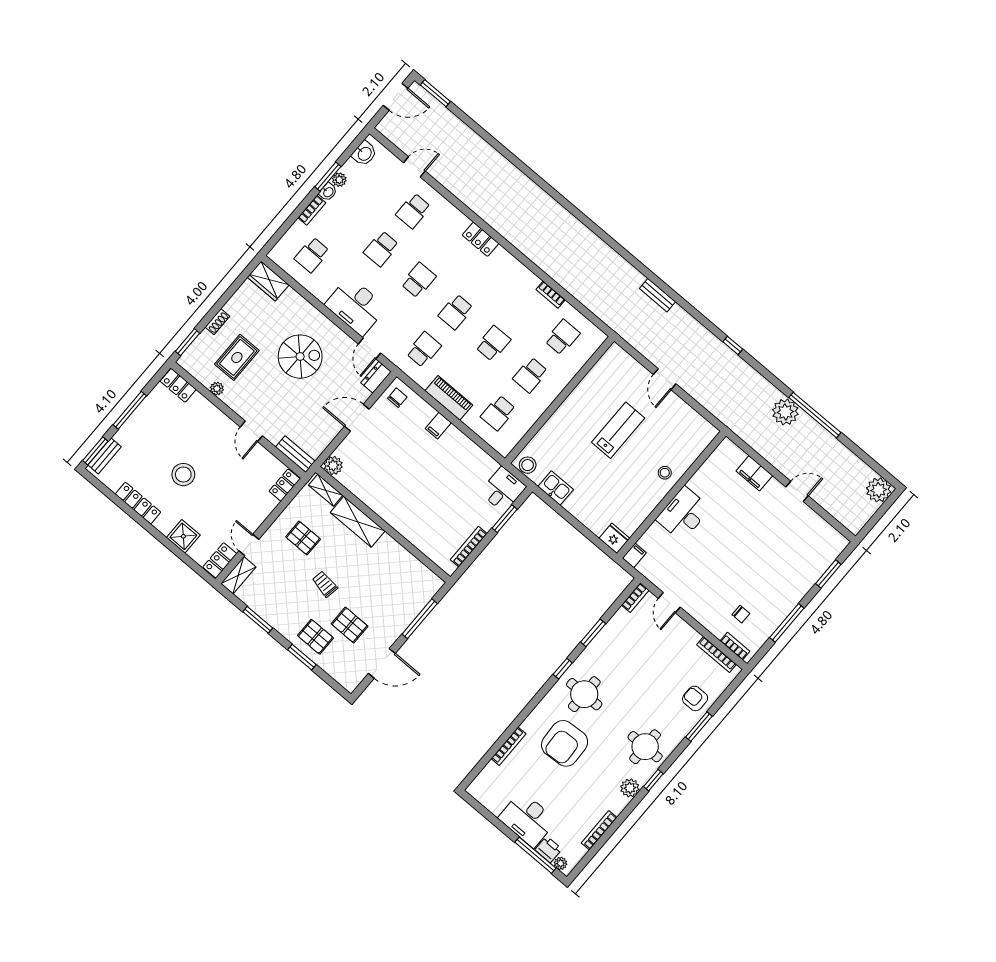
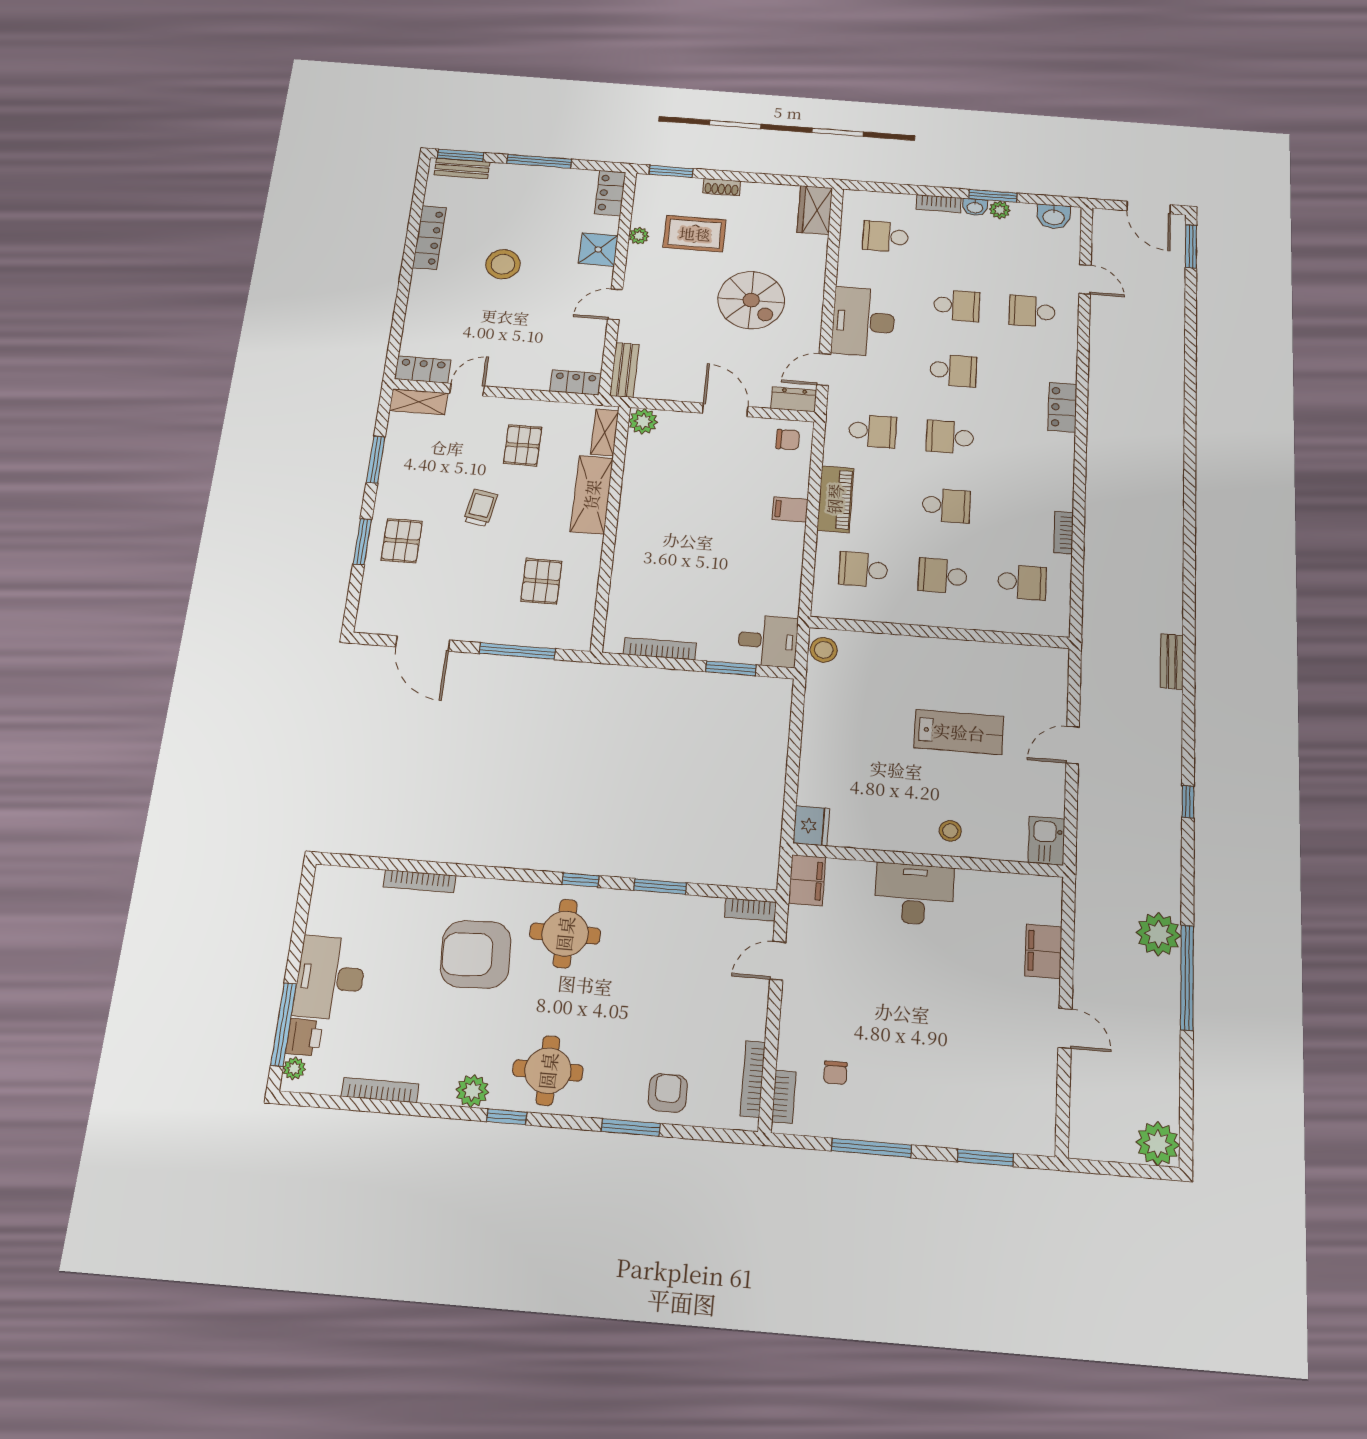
school desk: (381, 249) -> (957, 306), turned 180
kitchen sink: (556, 488) -> (1046, 841), moved, turned 180
shower: (183, 536) -> (598, 249), moved
filing cabinet: (634, 555) -> (807, 880), width x2.00
pallet: (350, 625) -> (541, 581), moved

